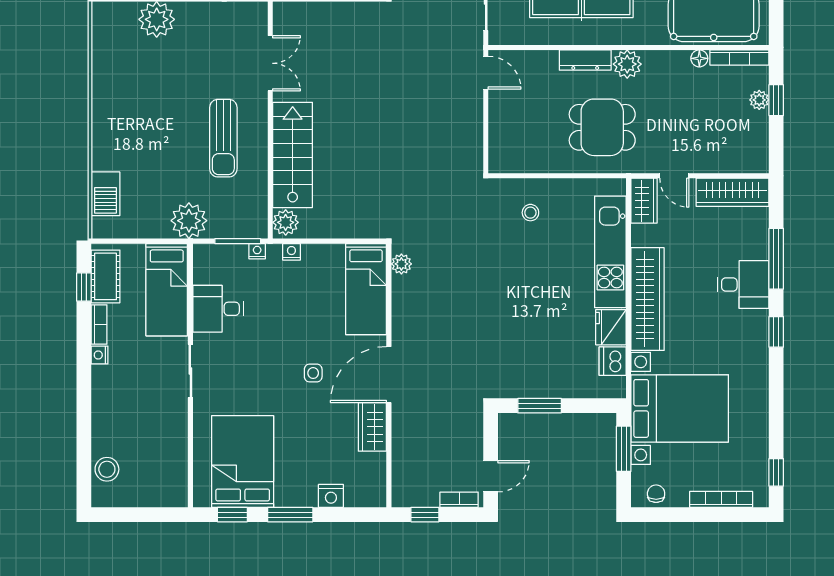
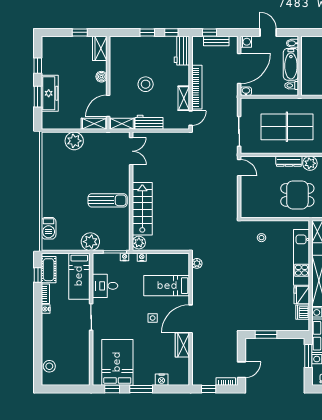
double door: (270, 63) -> (131, 151), moved
sun lounger: (223, 138) -> (108, 200), turned -90
bed: (366, 289) -> (167, 286), moved, turned 90

